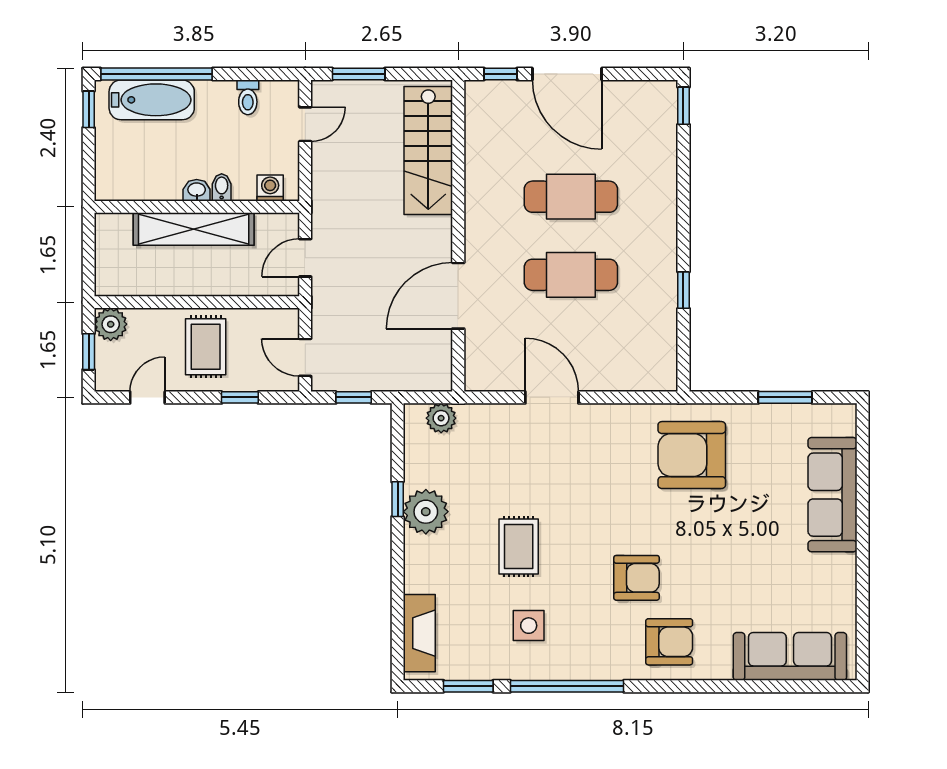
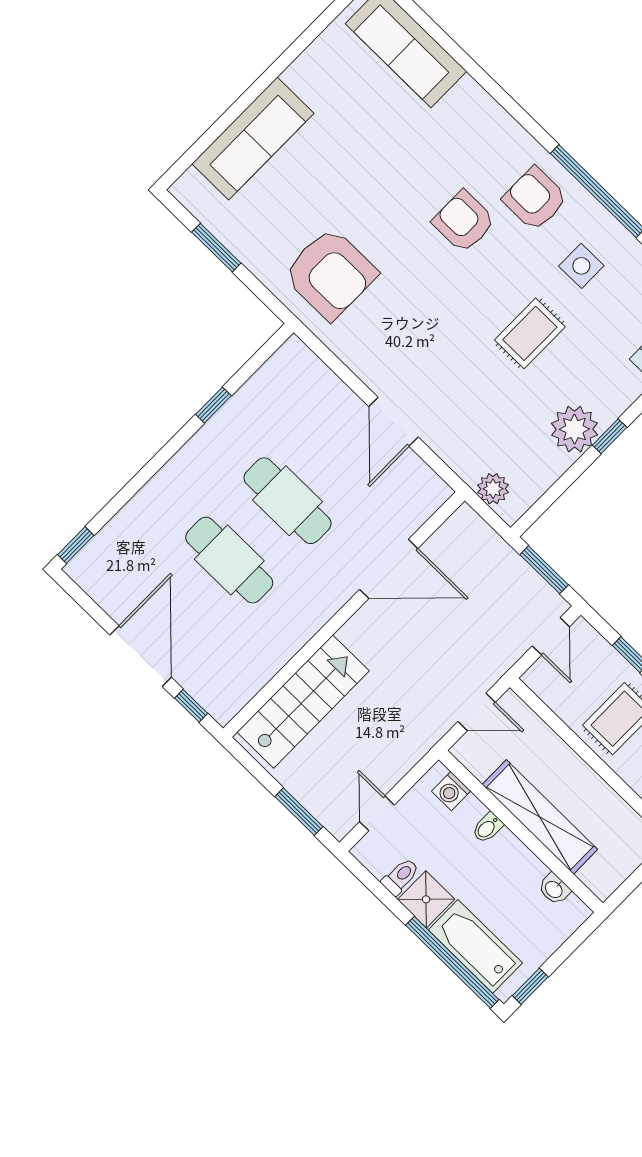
shower: (216, 99) -> (426, 899), added
door: (305, 124) -> (377, 813), hinge flipped
washbasin: (197, 190) -> (554, 889), moved
window: (354, 397) -> (544, 570), width x1.50
window: (398, 499) -> (610, 436), moved
armchair: (669, 642) -> (535, 199), moved

